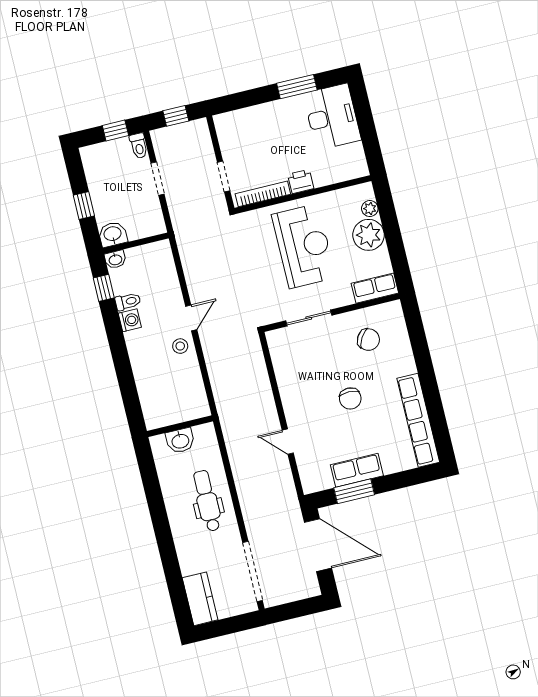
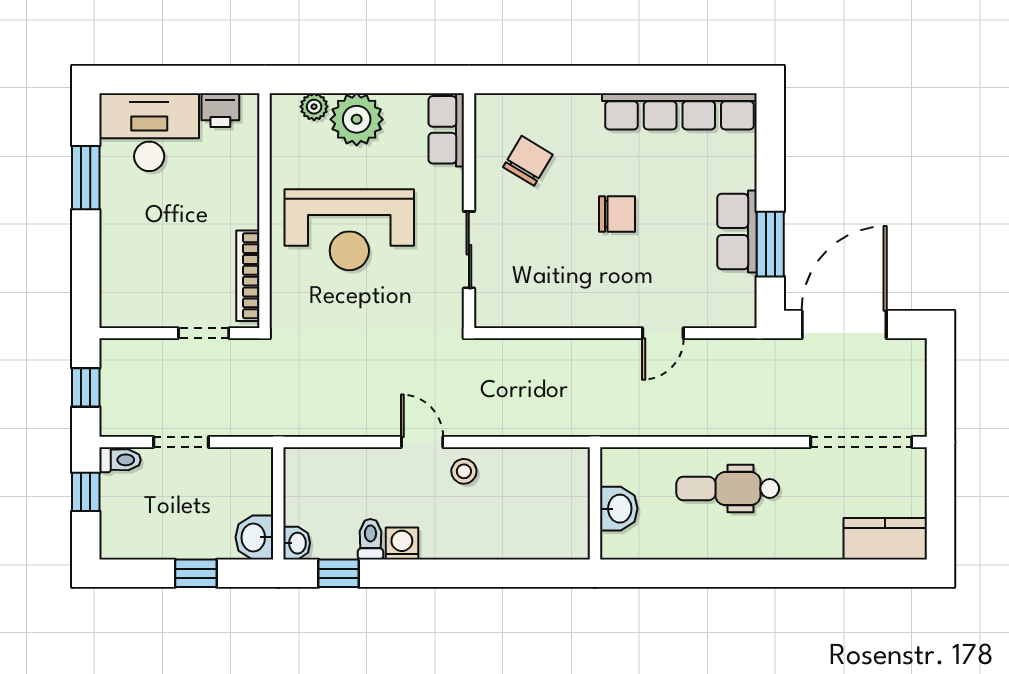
printer: (301, 181) -> (220, 110), moved, turned -90
reception desk: (304, 246) -> (349, 230), turned 180

